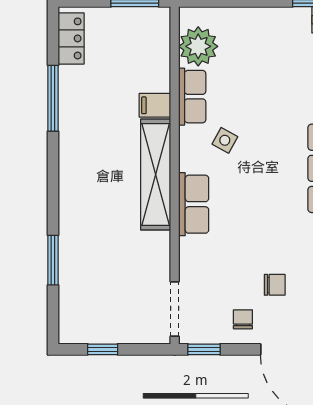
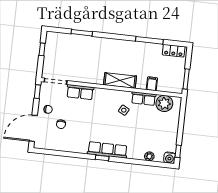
filing cabinet: (155, 105) -> (152, 84), moved
shelving: (156, 175) -> (120, 80), width x0.68
row of seats: (194, 204) -> (80, 92), moved

